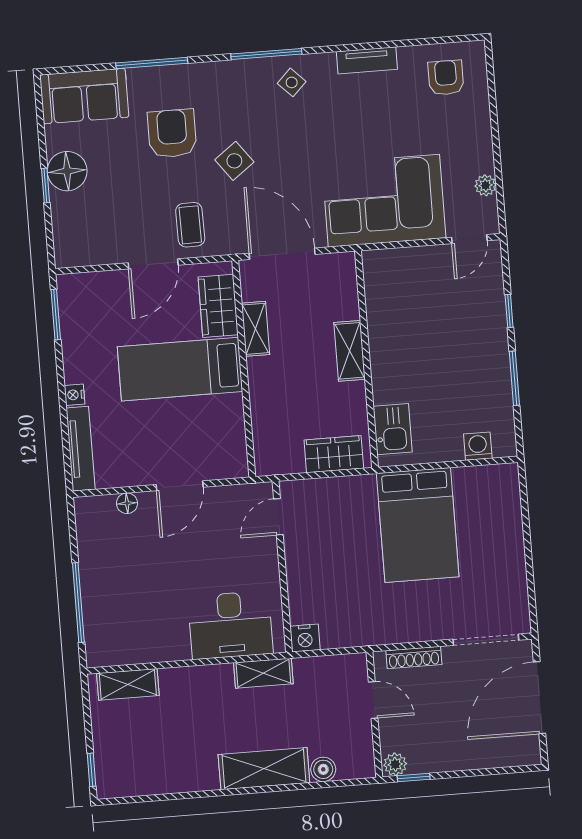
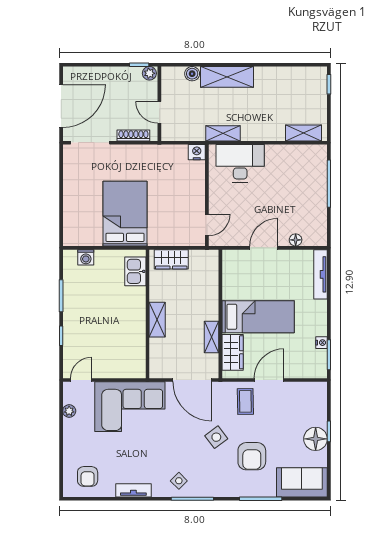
nightstand: (74, 395) -> (322, 343), moved

